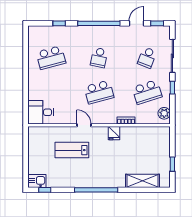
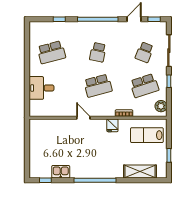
desk: (41, 112) -> (41, 88), moved
lab bench: (72, 150) -> (147, 135), moved
kitchen sink: (37, 181) -> (61, 172), moved

